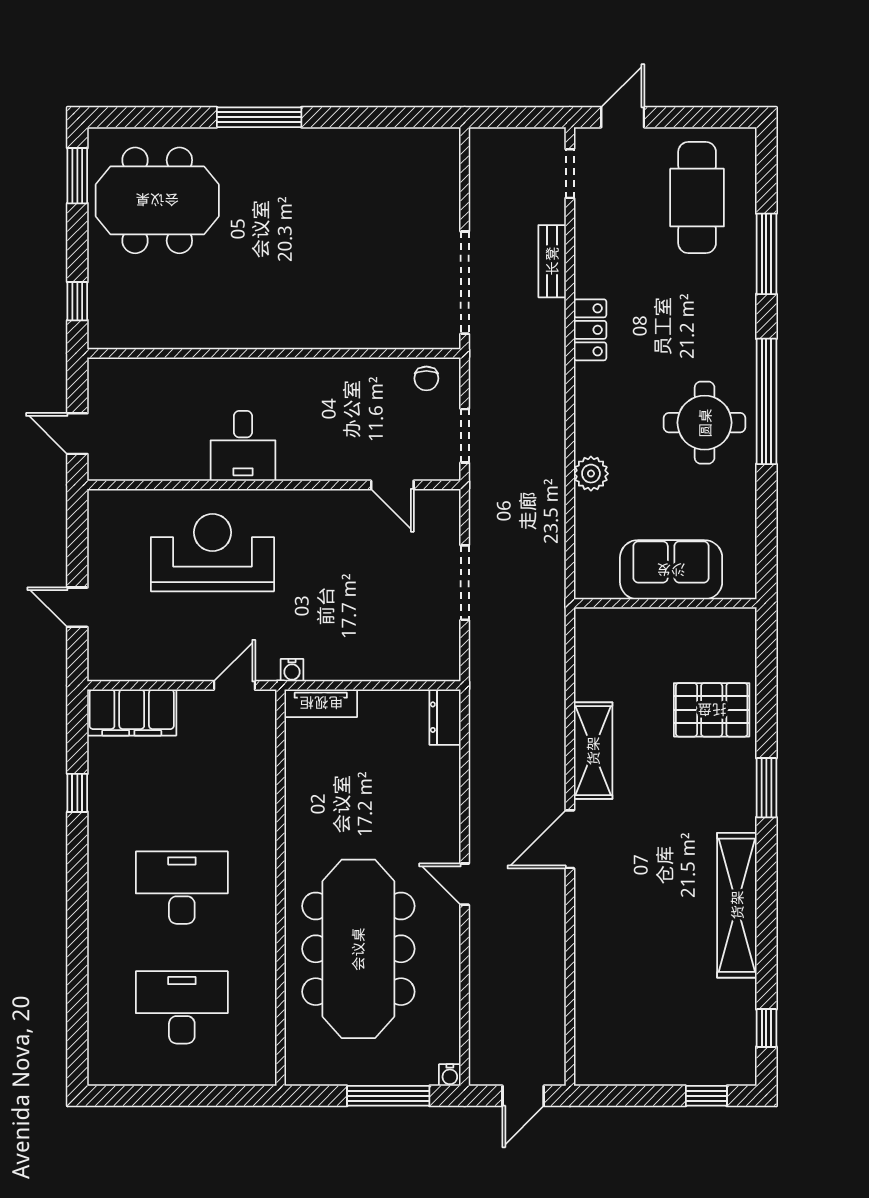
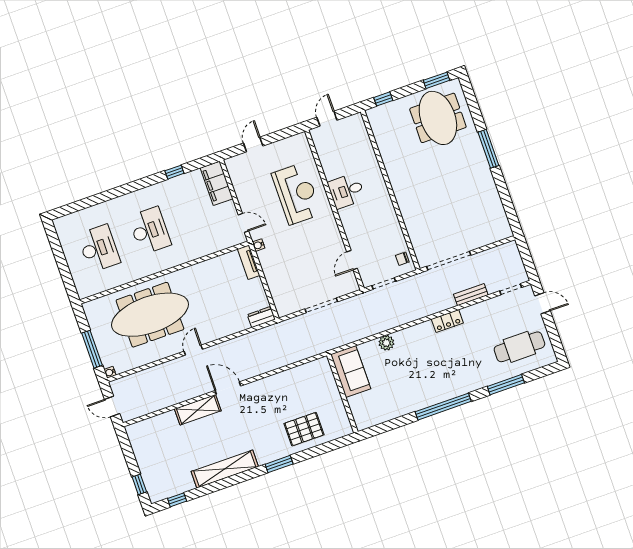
round table: (705, 423) -> (425, 383), removed
sofa: (671, 570) -> (351, 372), moved
pallet: (712, 710) -> (304, 429), turned 90
shelving: (593, 751) -> (198, 410), moved

